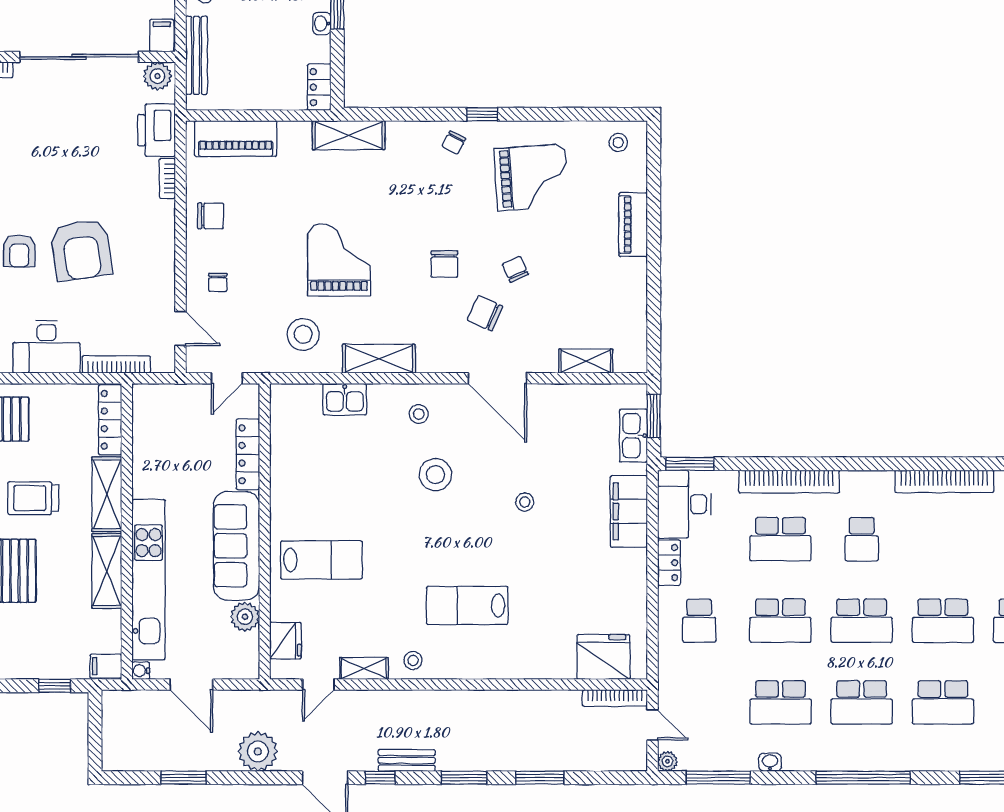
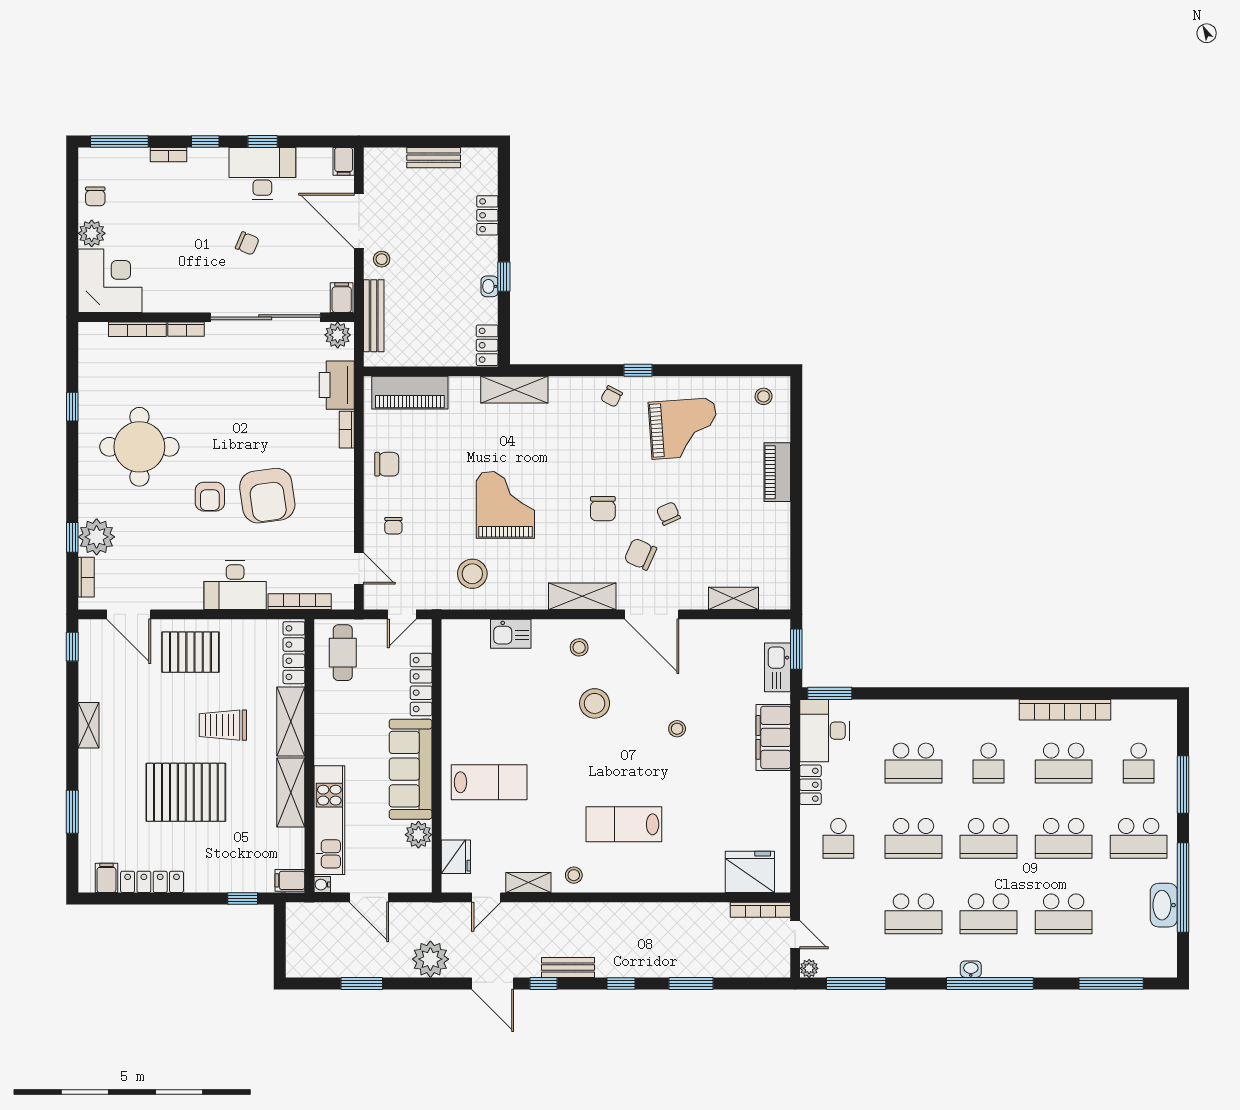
shelving: (379, 359) -> (582, 596), moved
cafe table: (163, 420) -> (343, 653), added
bookcase: (789, 482) -> (921, 710), removed
school desk: (943, 539) -> (1064, 763), added
kitchen unit: (149, 580) -> (329, 820), width x0.73
washbasin: (770, 762) -> (971, 969), moved
window: (464, 778) -> (621, 983), width x0.67

